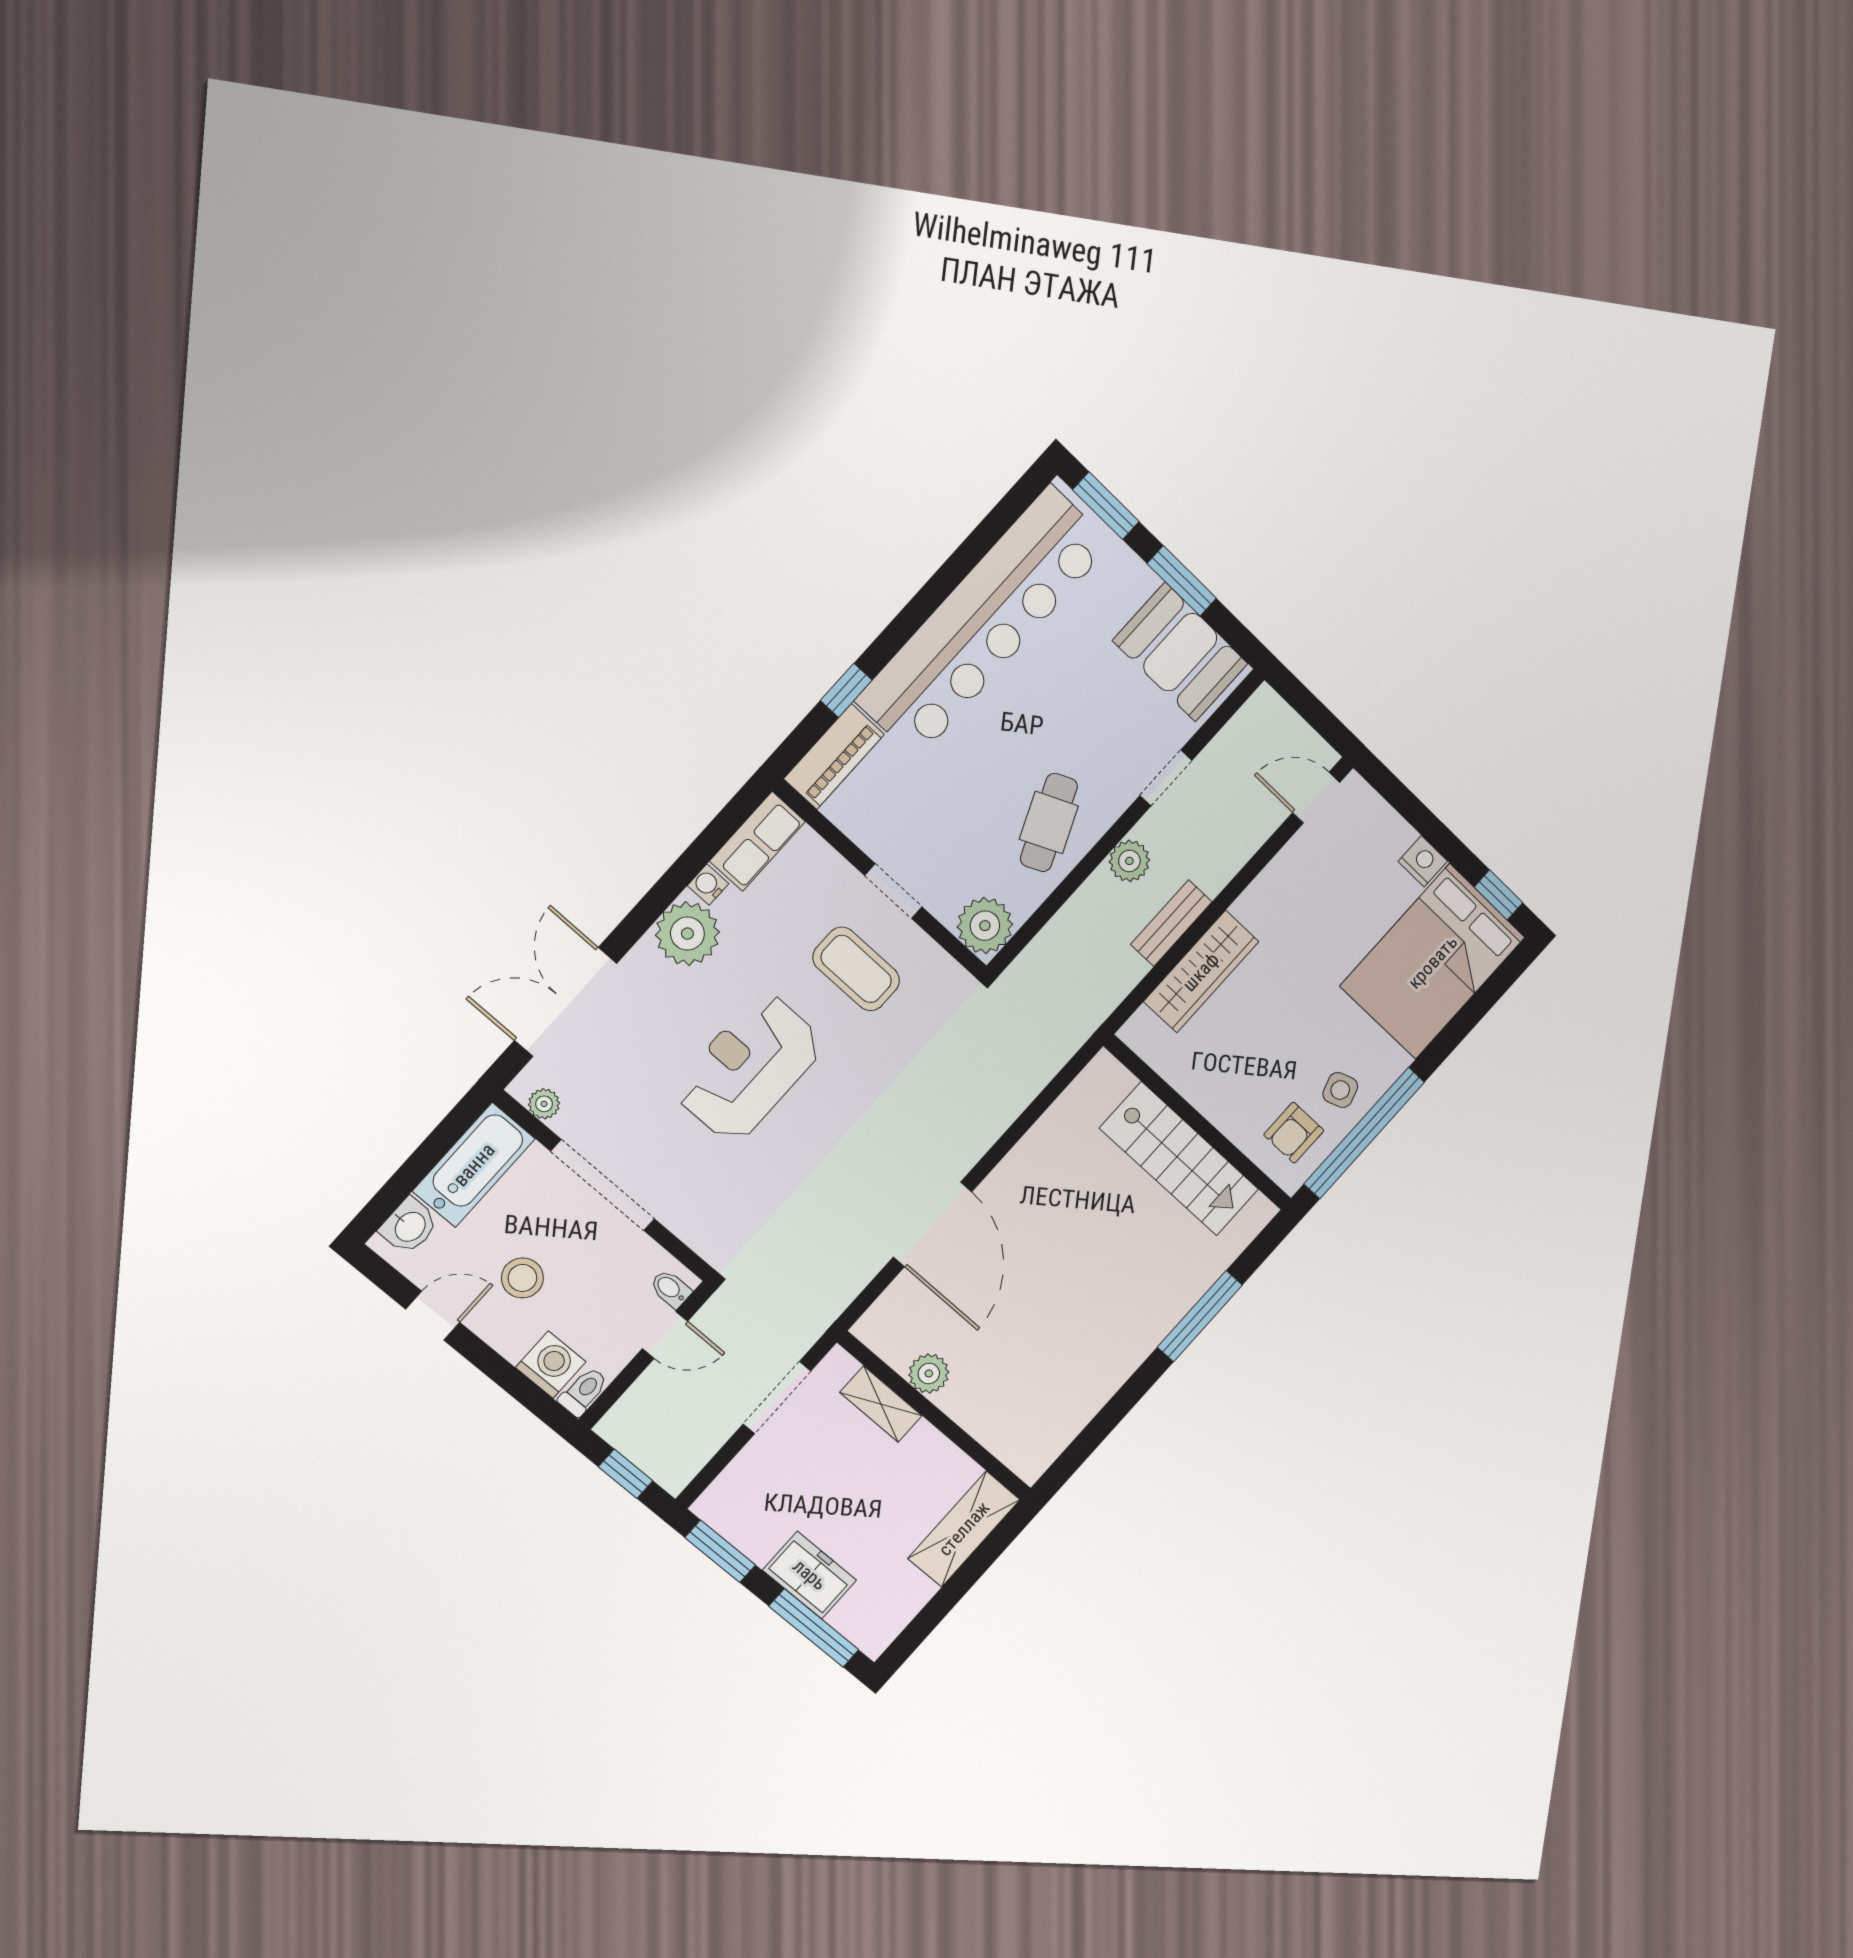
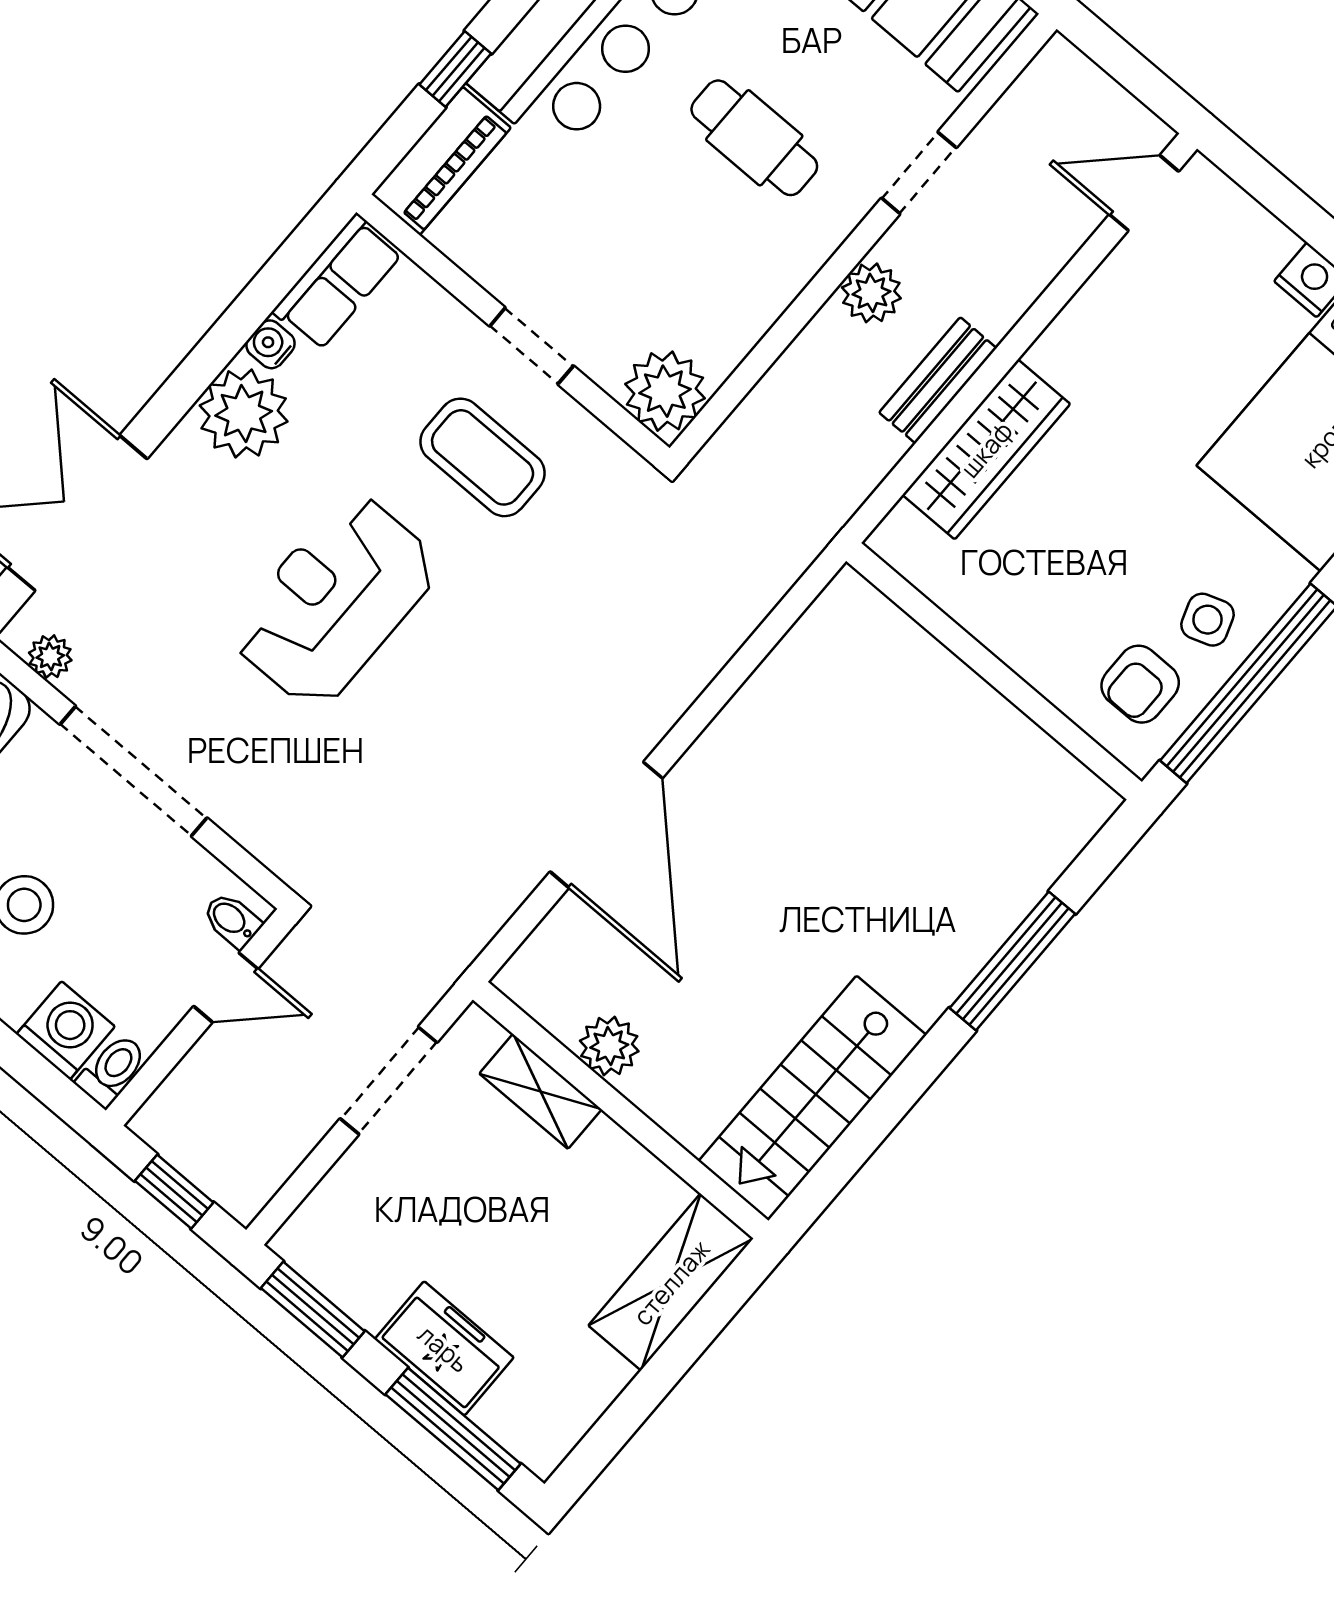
cafe table: (1049, 823) -> (754, 138), moved, turned -66
stairs: (1179, 1159) -> (813, 1098), moved, turned 90

